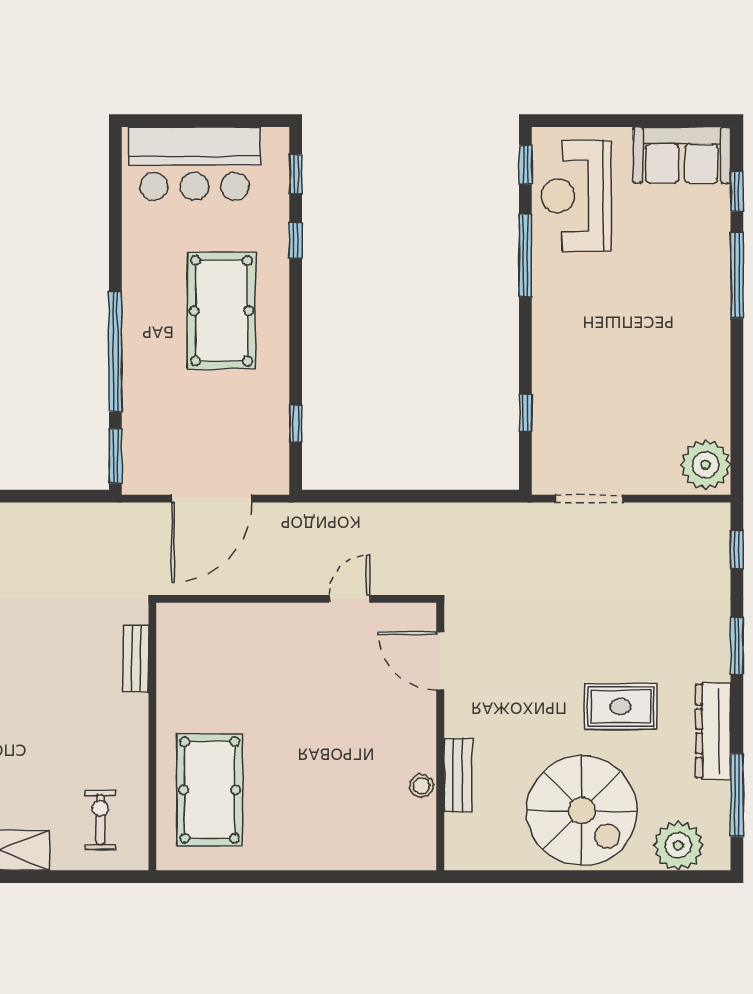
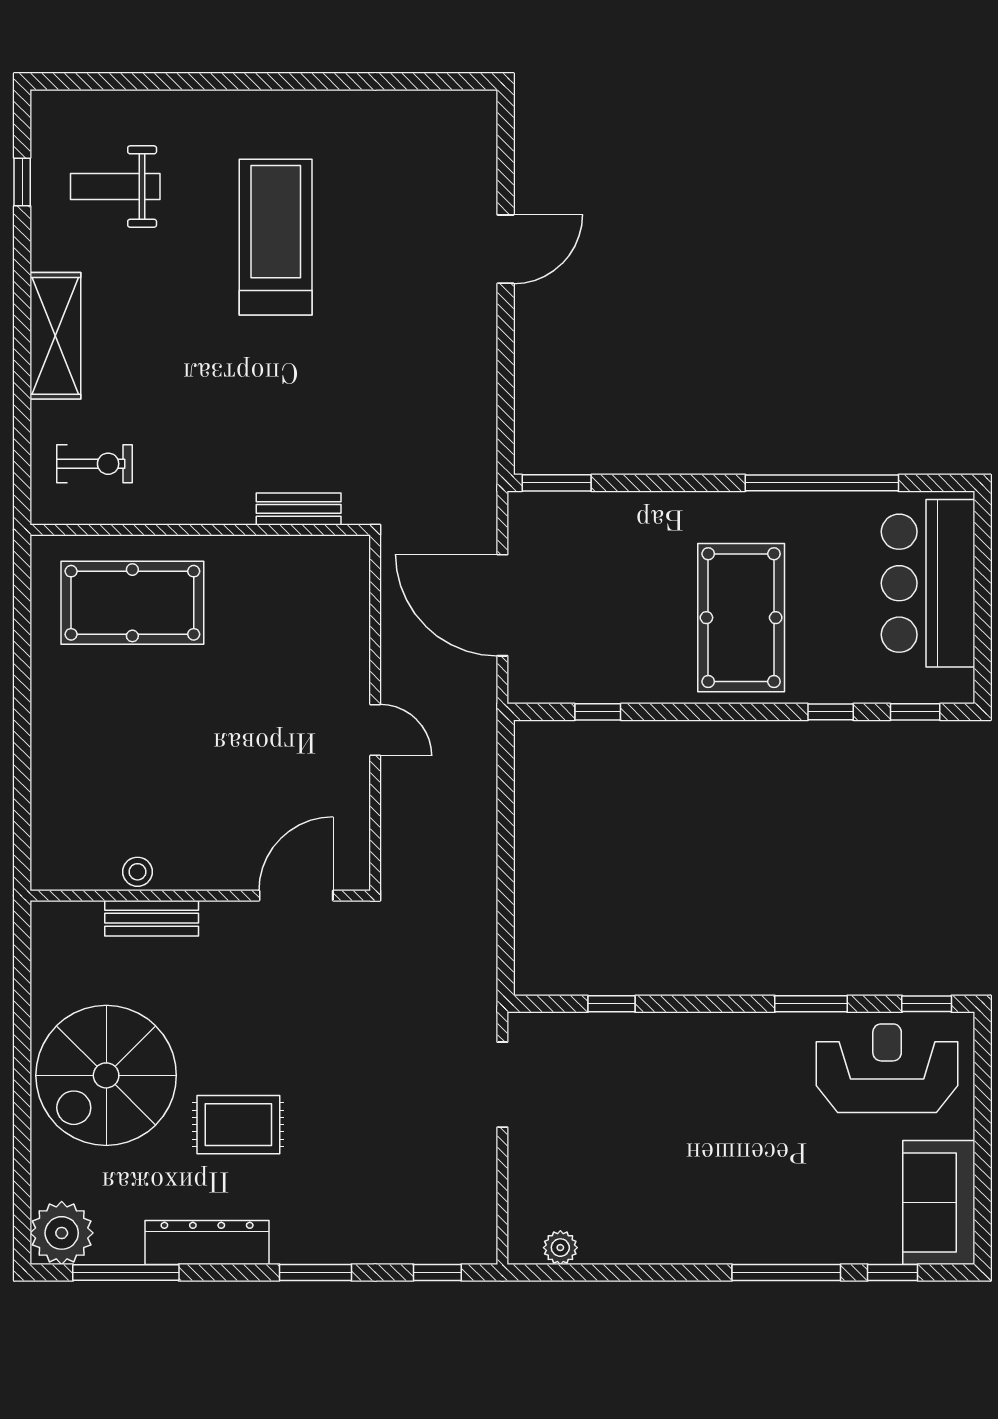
window: (525, 256) -> (811, 1004), width x0.69
pool table: (221, 311) -> (741, 618), turned 90
window: (115, 352) -> (822, 483), moved
plant: (706, 465) -> (560, 1248), width x0.53, depth x0.53
door: (349, 599) -> (375, 730), moved
rug: (621, 706) -> (238, 1125), turned 90
plant: (678, 846) -> (62, 1233), moved

